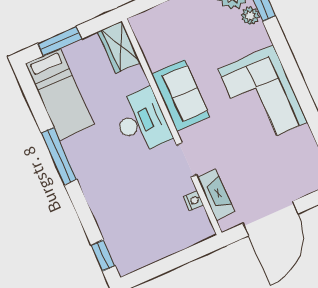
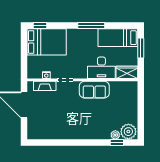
corner sofa: (263, 96) -> (78, 125), removed
desk: (141, 121) -> (101, 68), moved
bed: (129, 228) -> (47, 42), added

